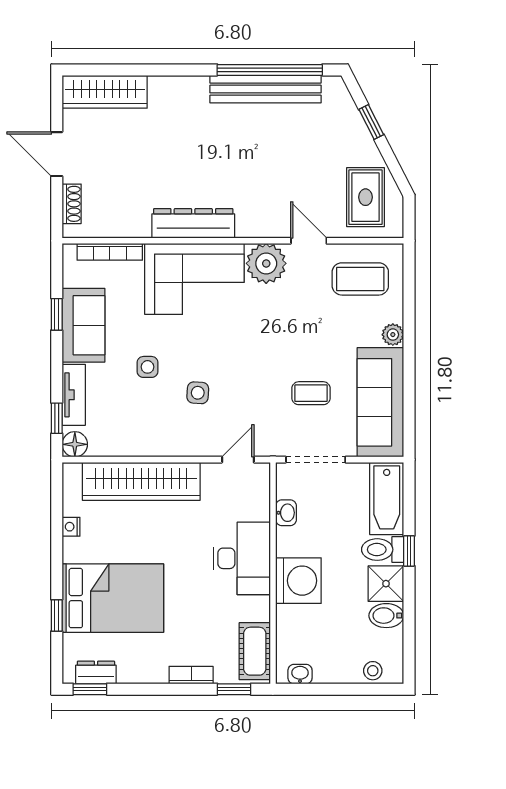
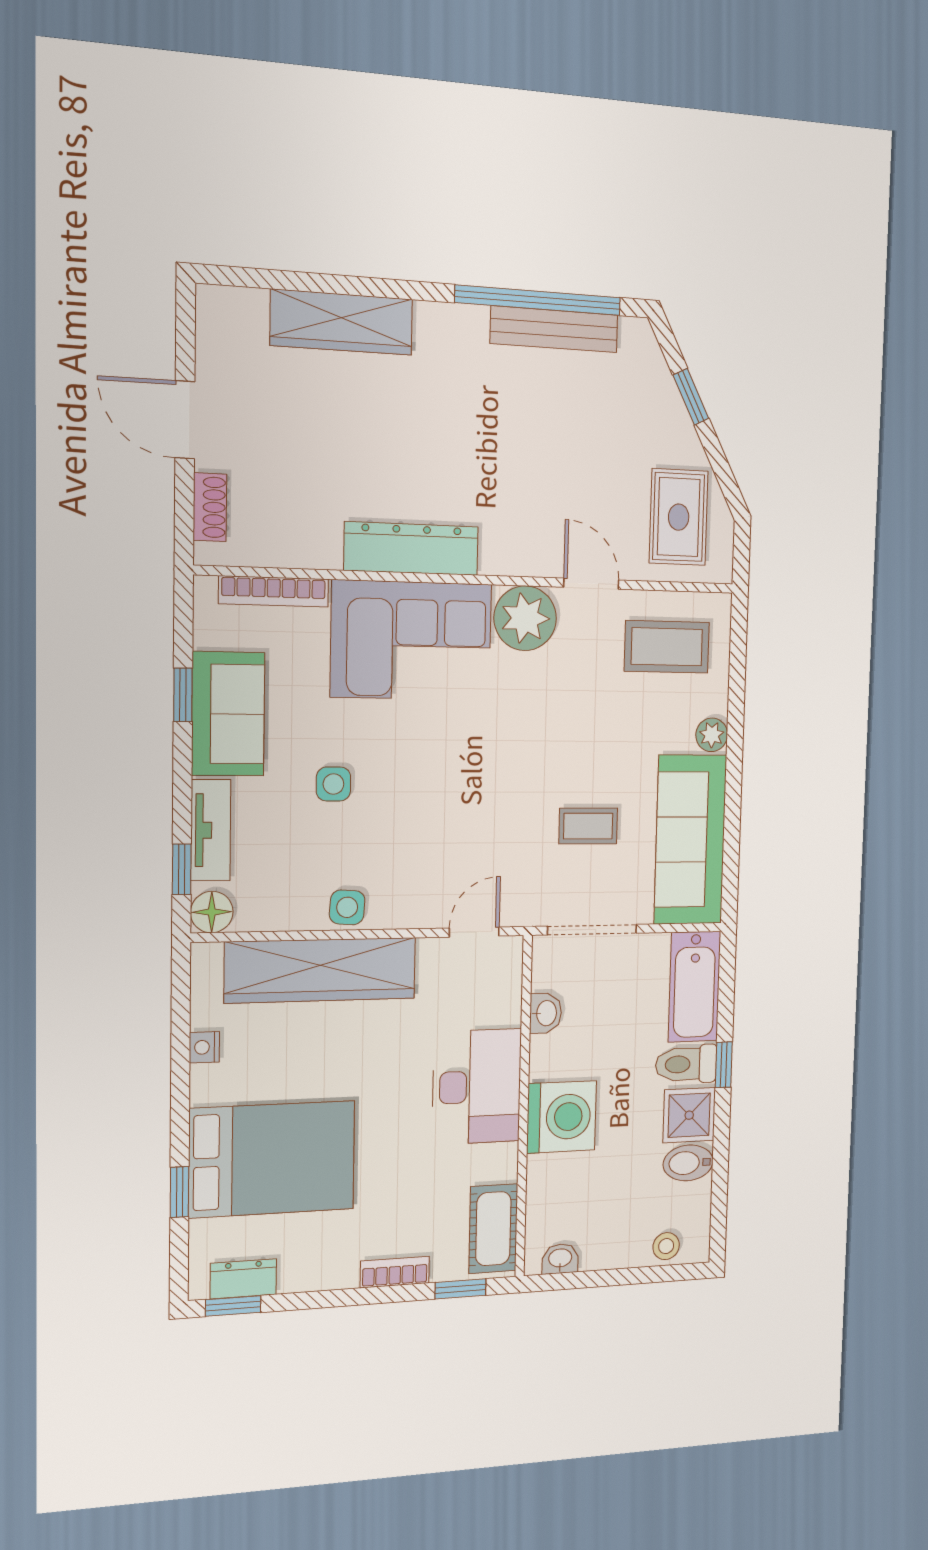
bench: (266, 89) -> (554, 329), width x0.73, depth x0.82
wardrobe: (105, 92) -> (342, 322), moved
side table: (198, 393) -> (347, 907), moved

